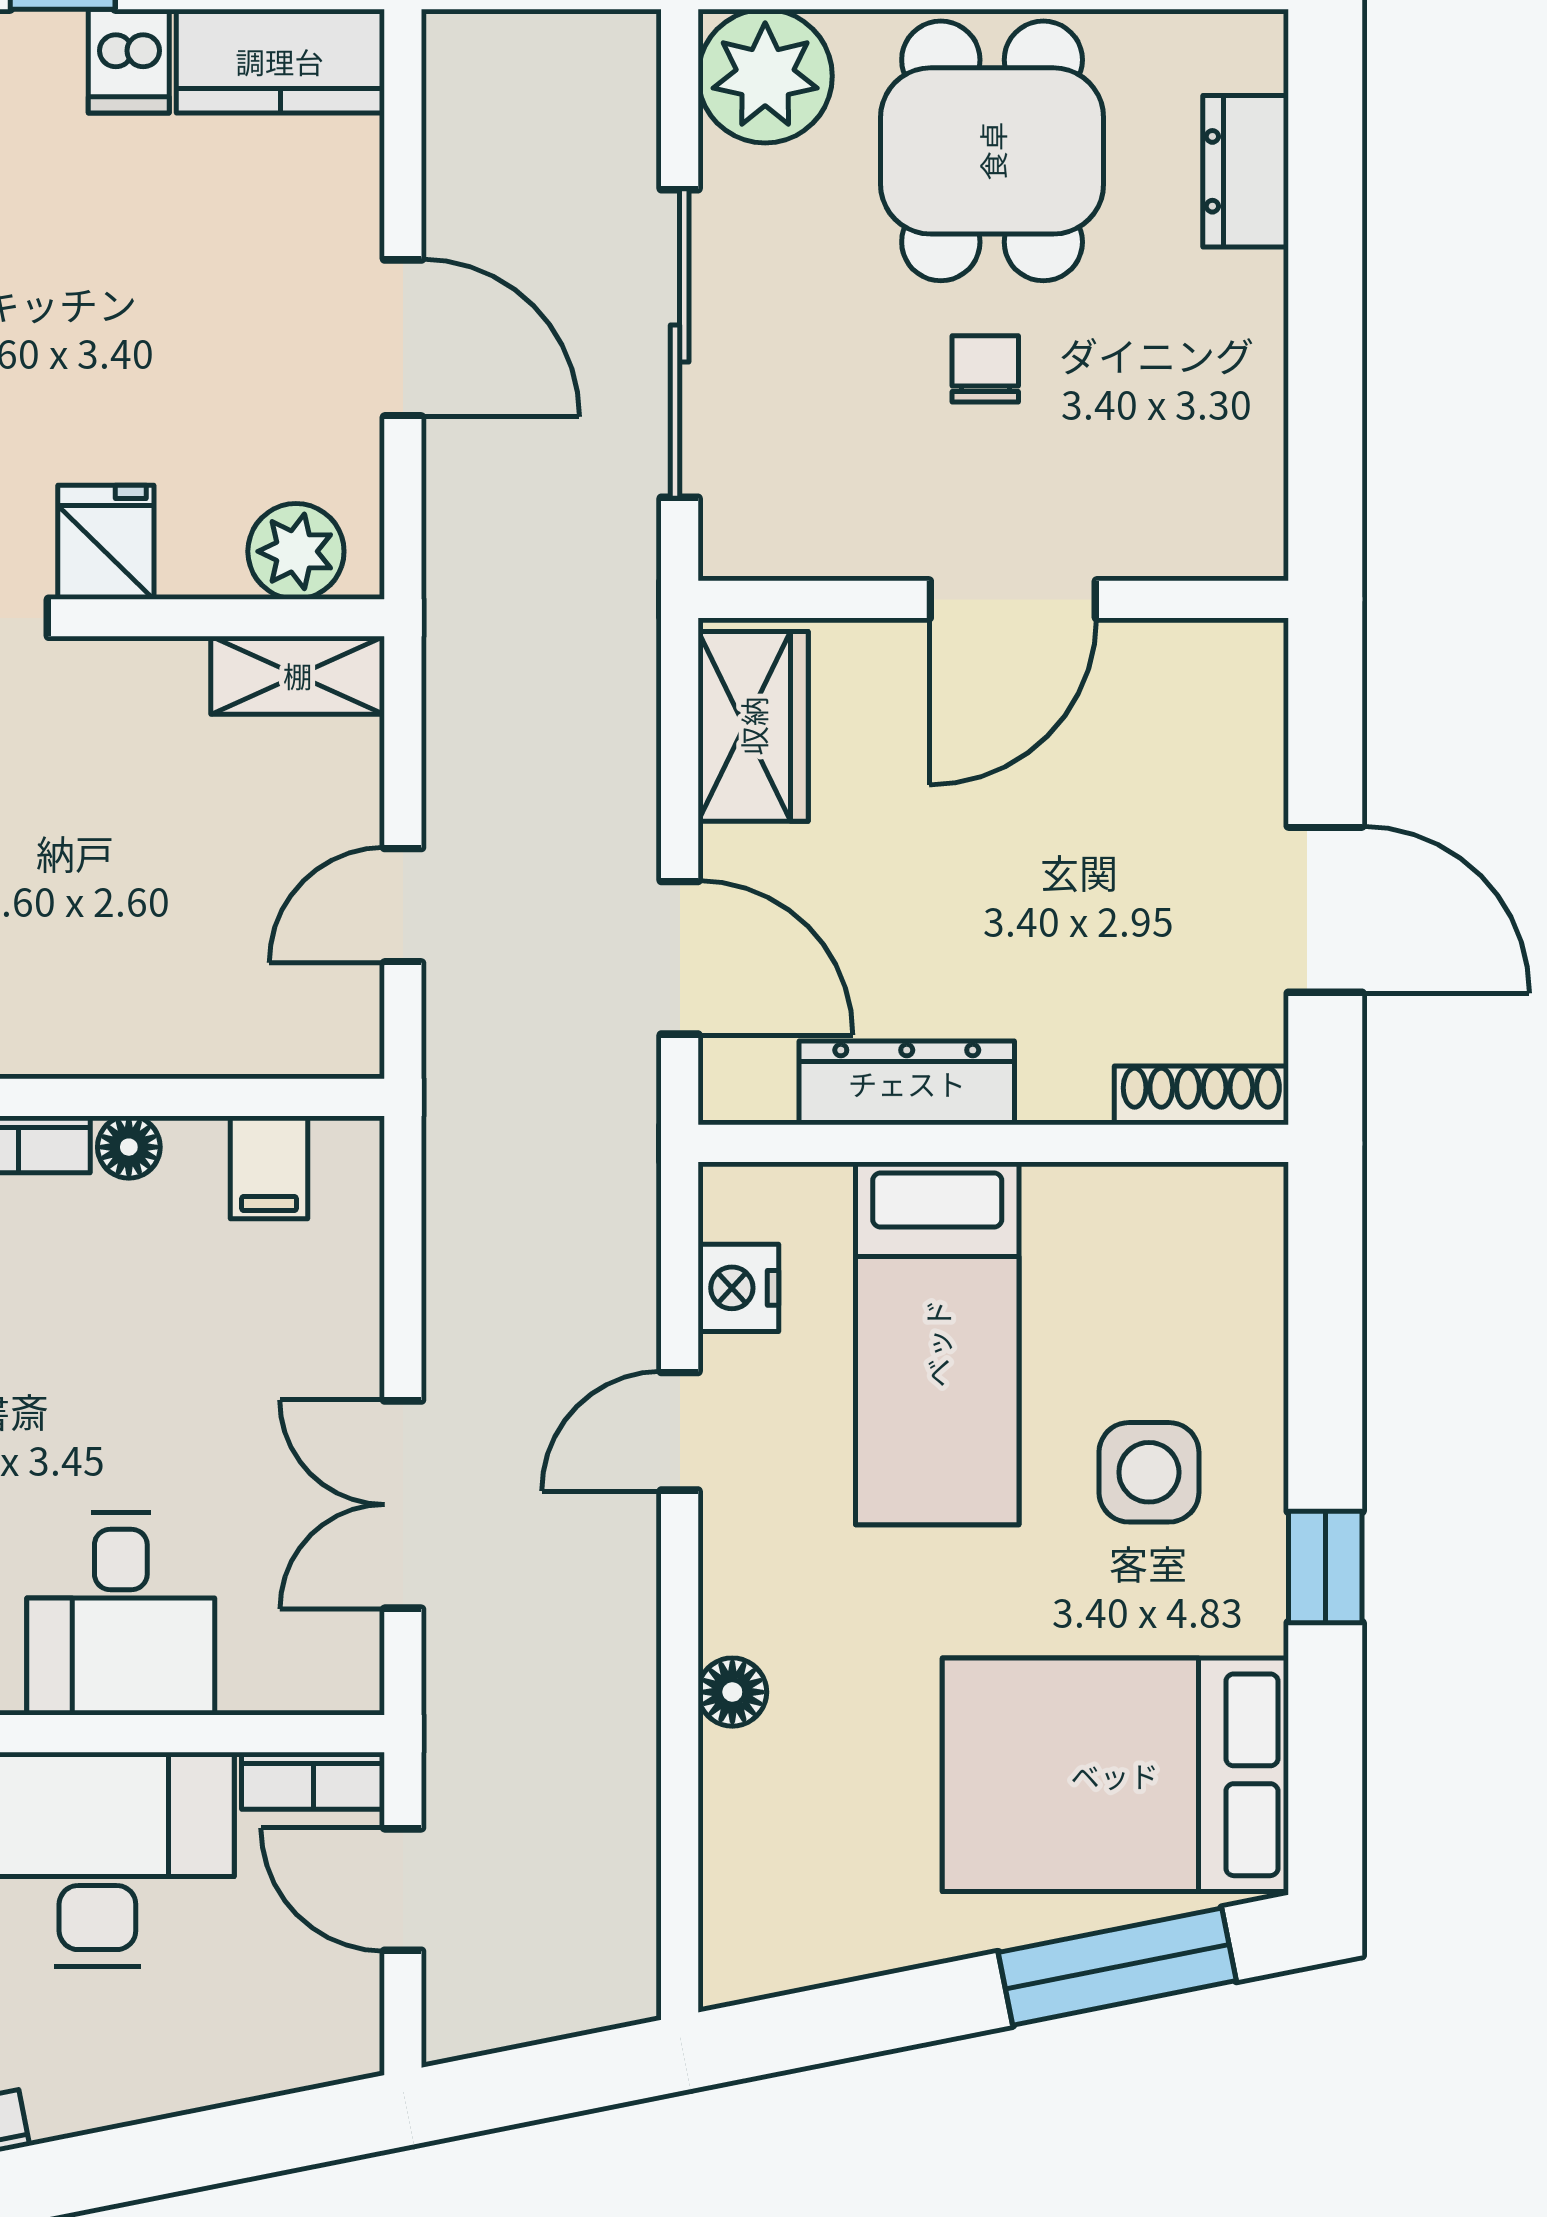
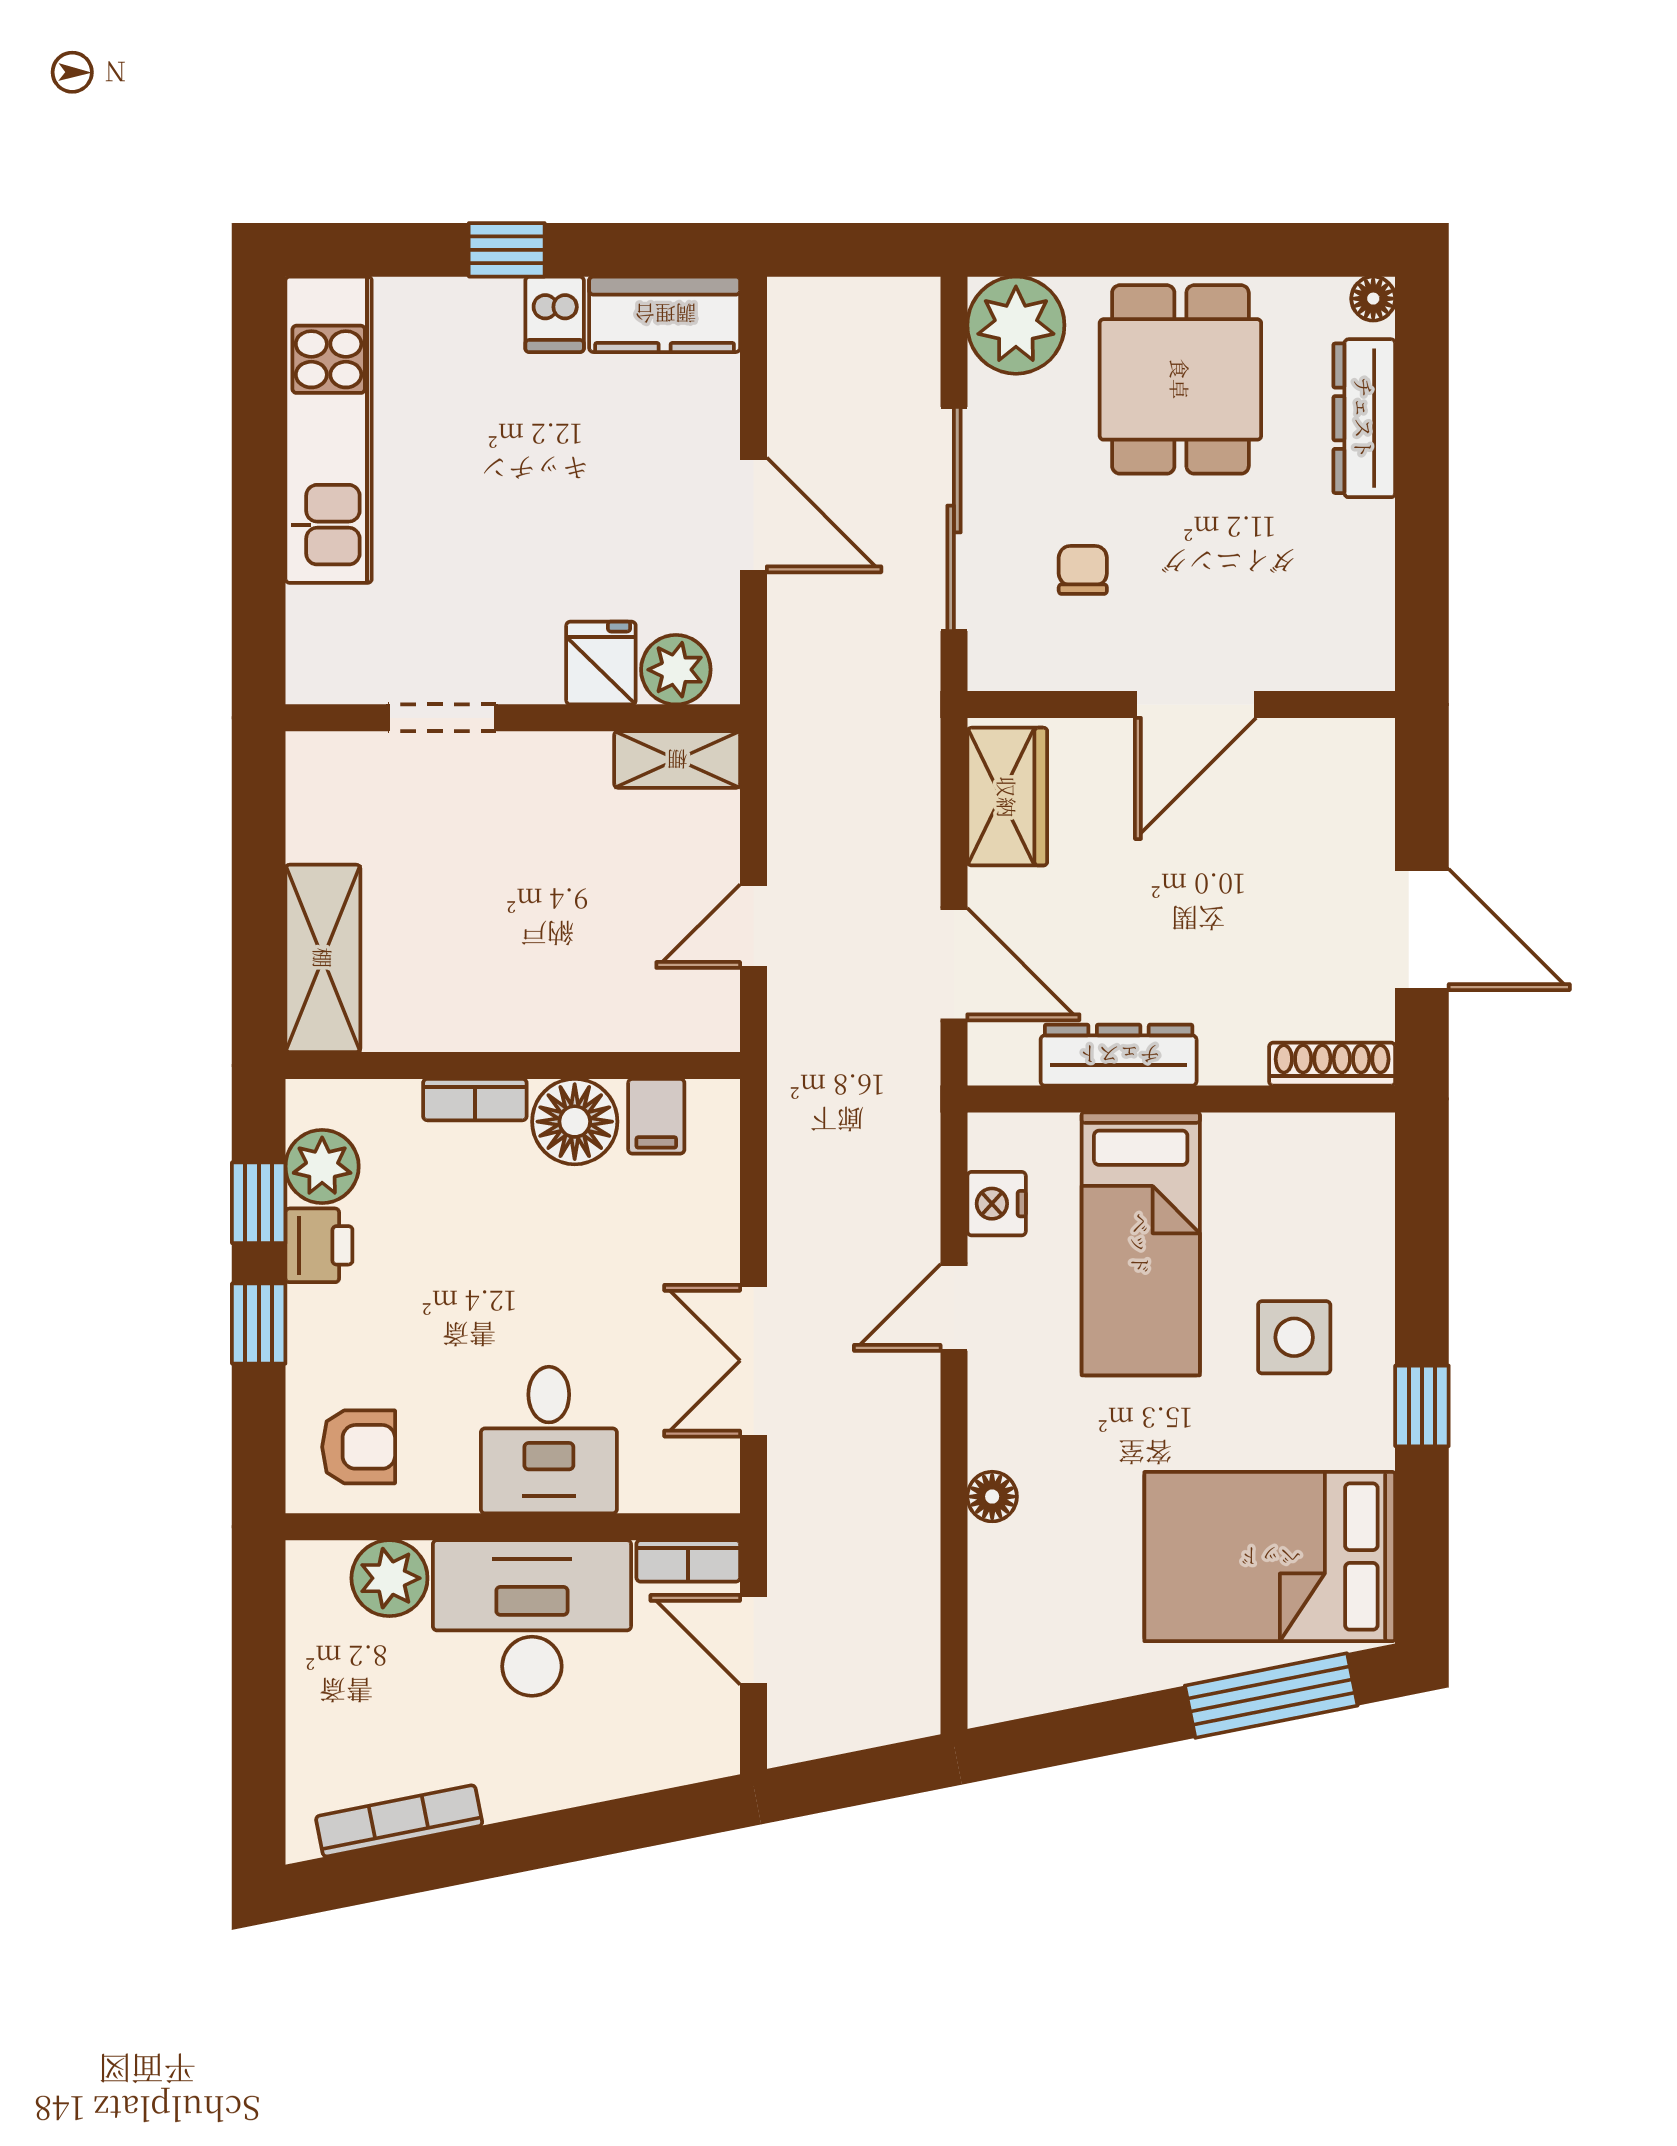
floor lamp: (1258, 39) -> (1373, 299), added
dresser: (1246, 171) -> (1364, 418), width x1.44
chair: (985, 369) -> (1083, 570), moved
fridge: (106, 542) -> (601, 663), moved
floor lamp: (129, 1147) -> (575, 1122), width x1.89, depth x1.89

